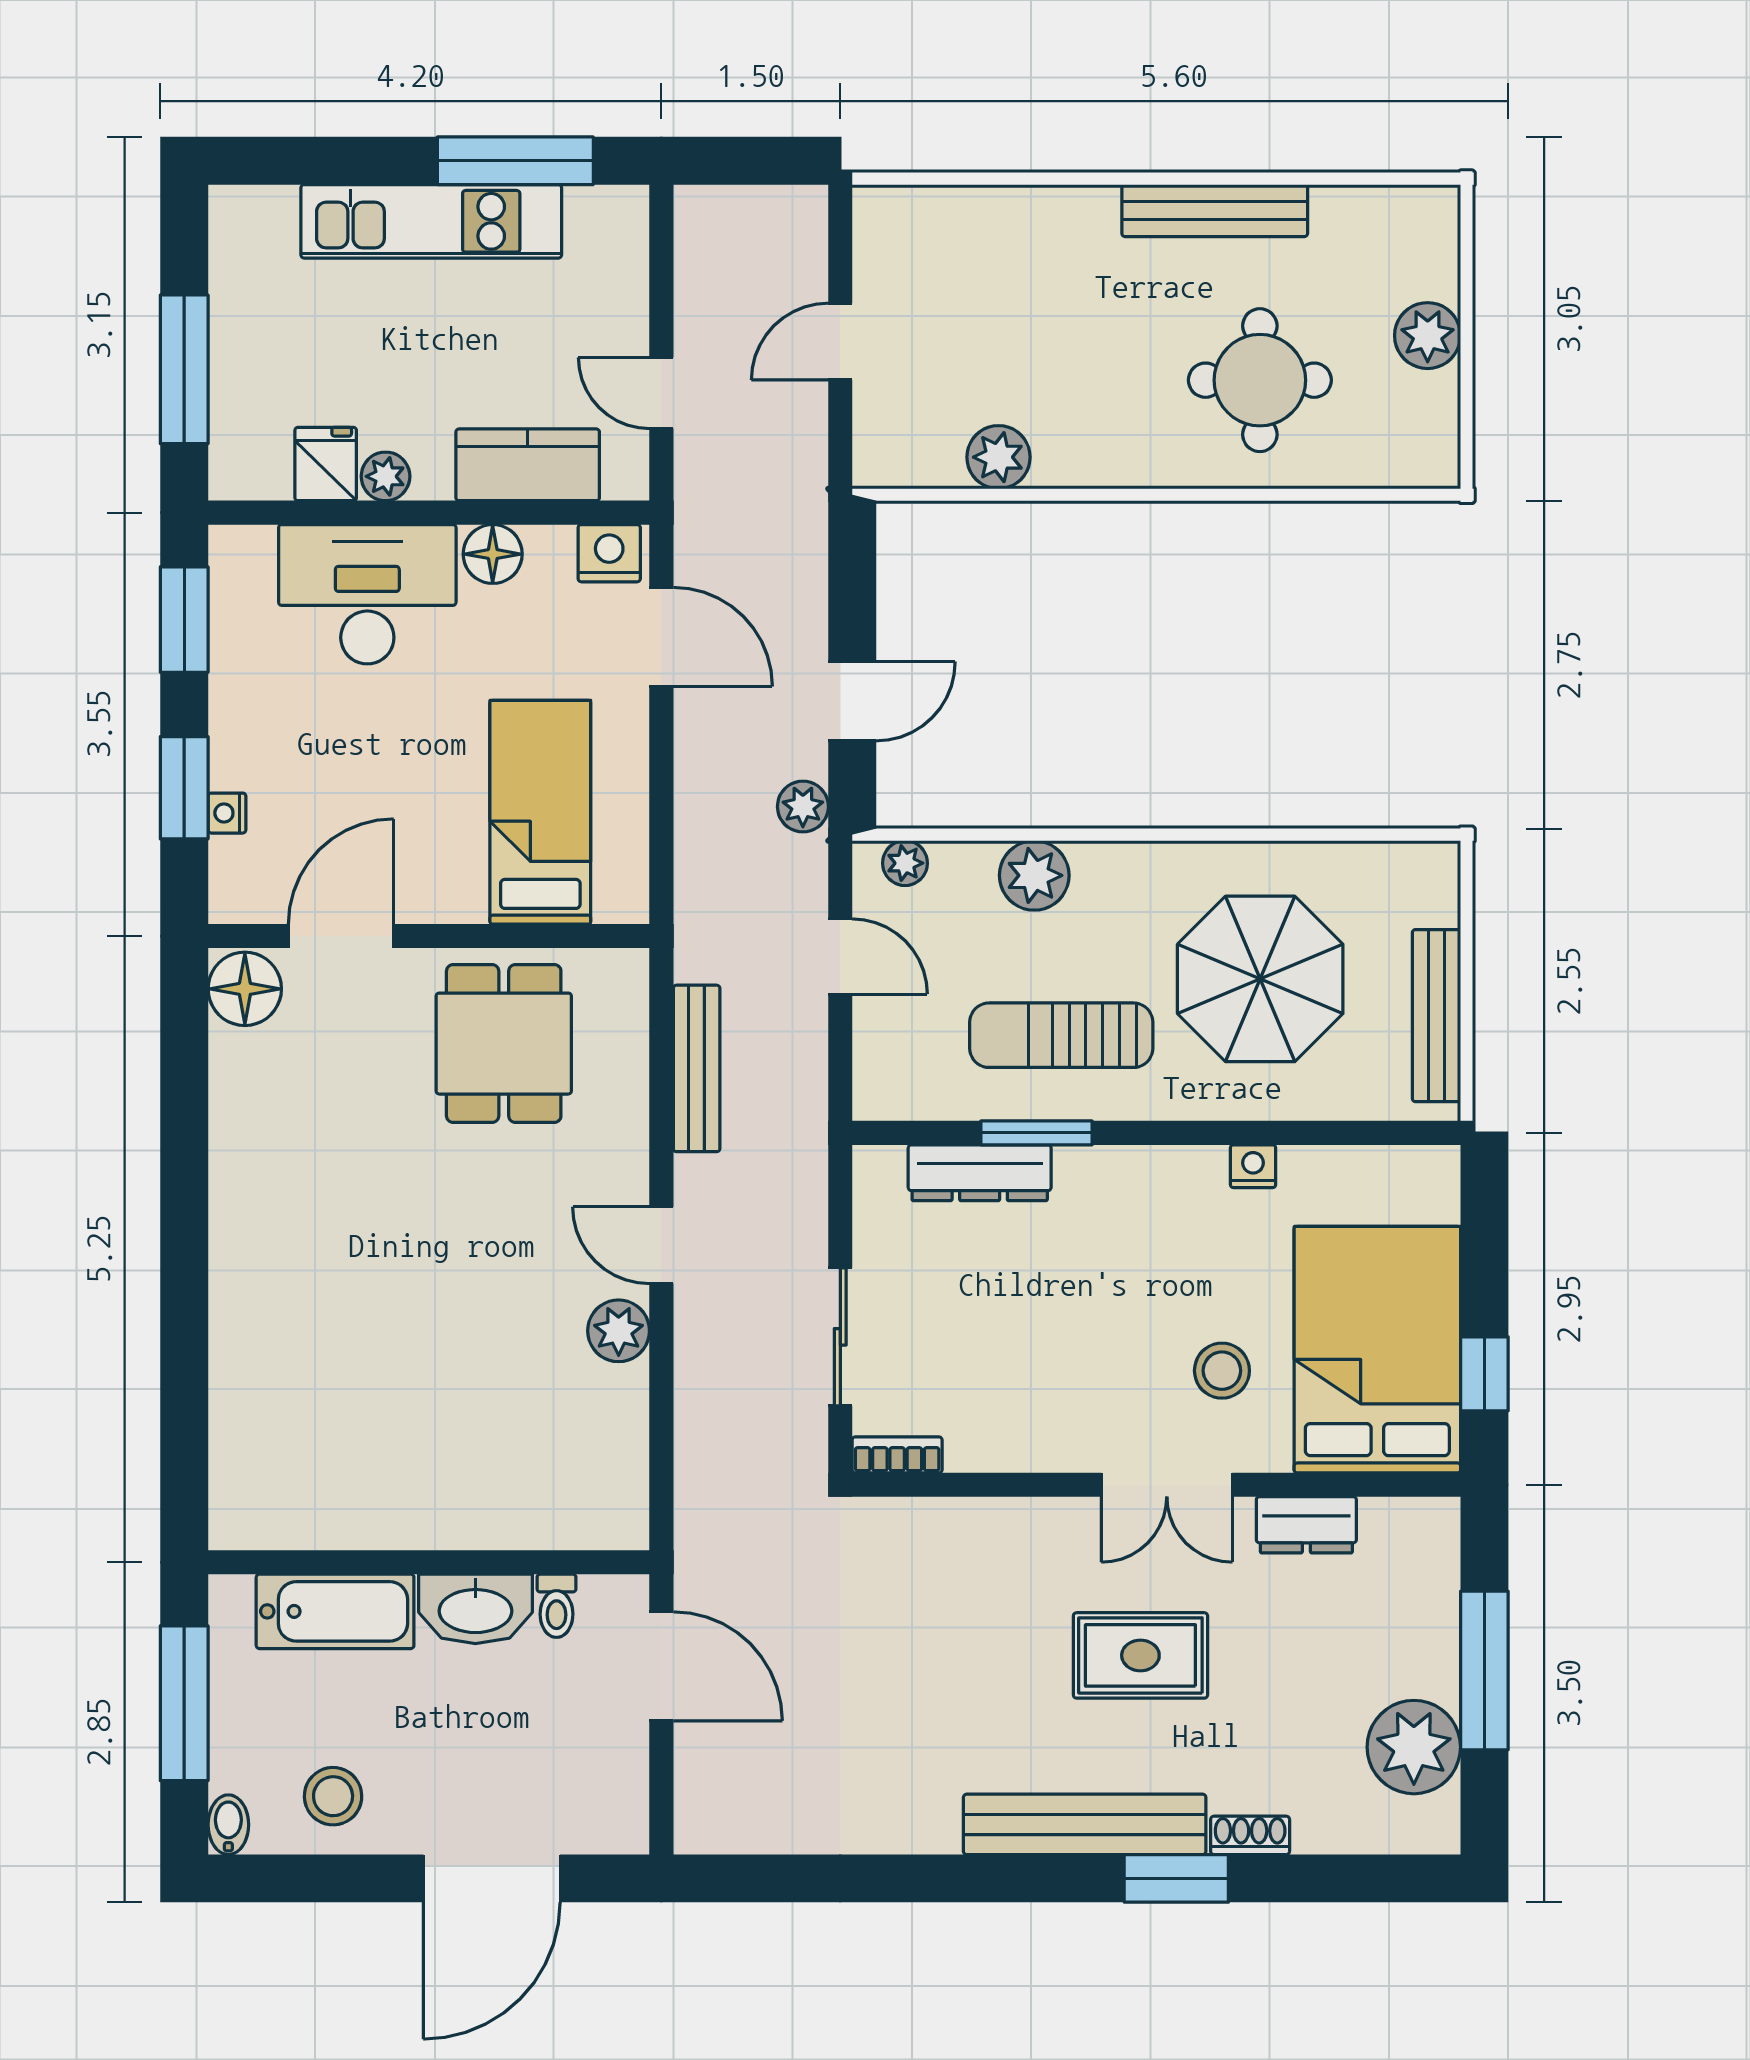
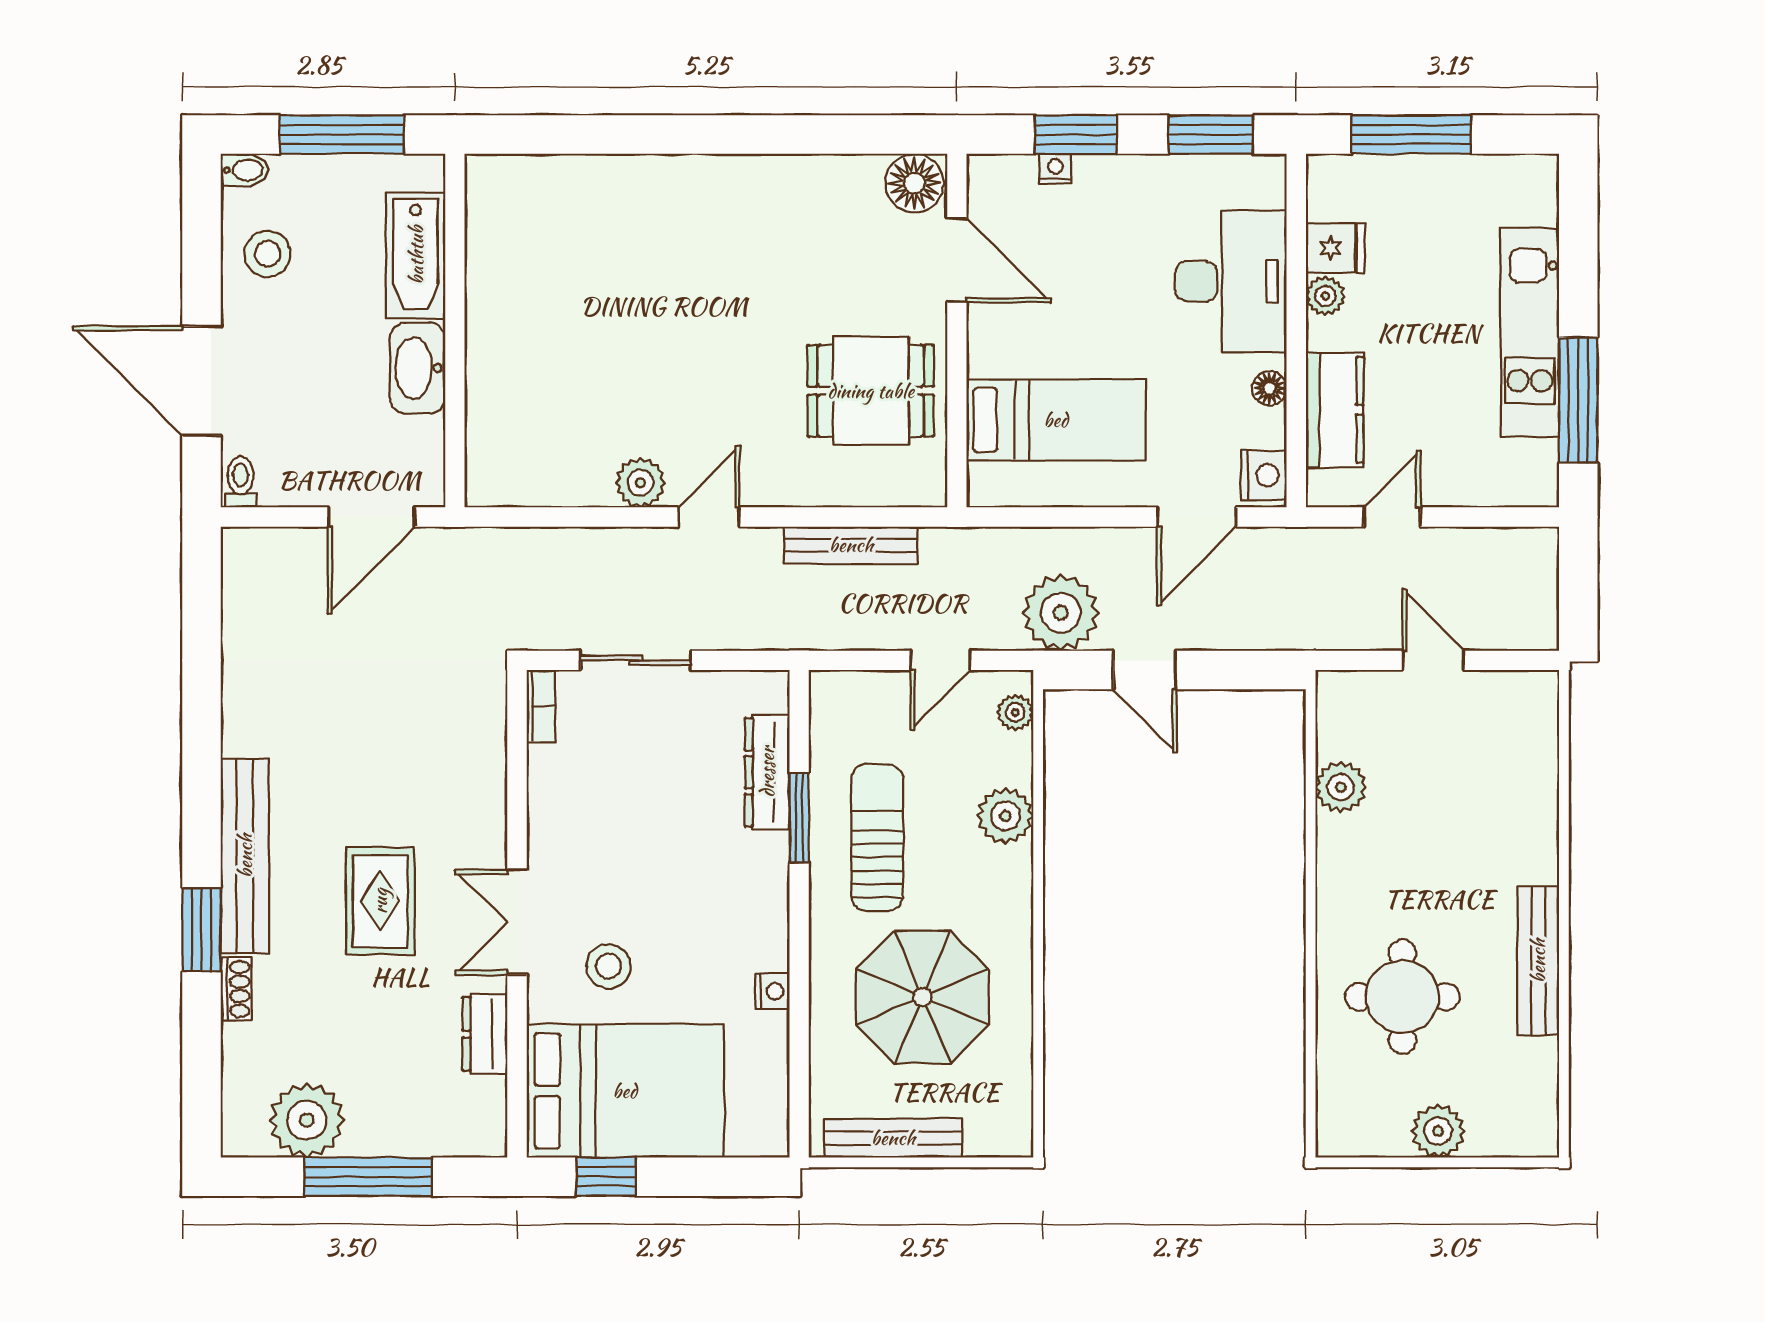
floor lamp: (493, 554) -> (1269, 388), width x0.73, depth x0.73
plant: (803, 807) -> (1061, 613), width x1.87, depth x1.87
toilet: (556, 1606) -> (241, 482), moved, turned 90

